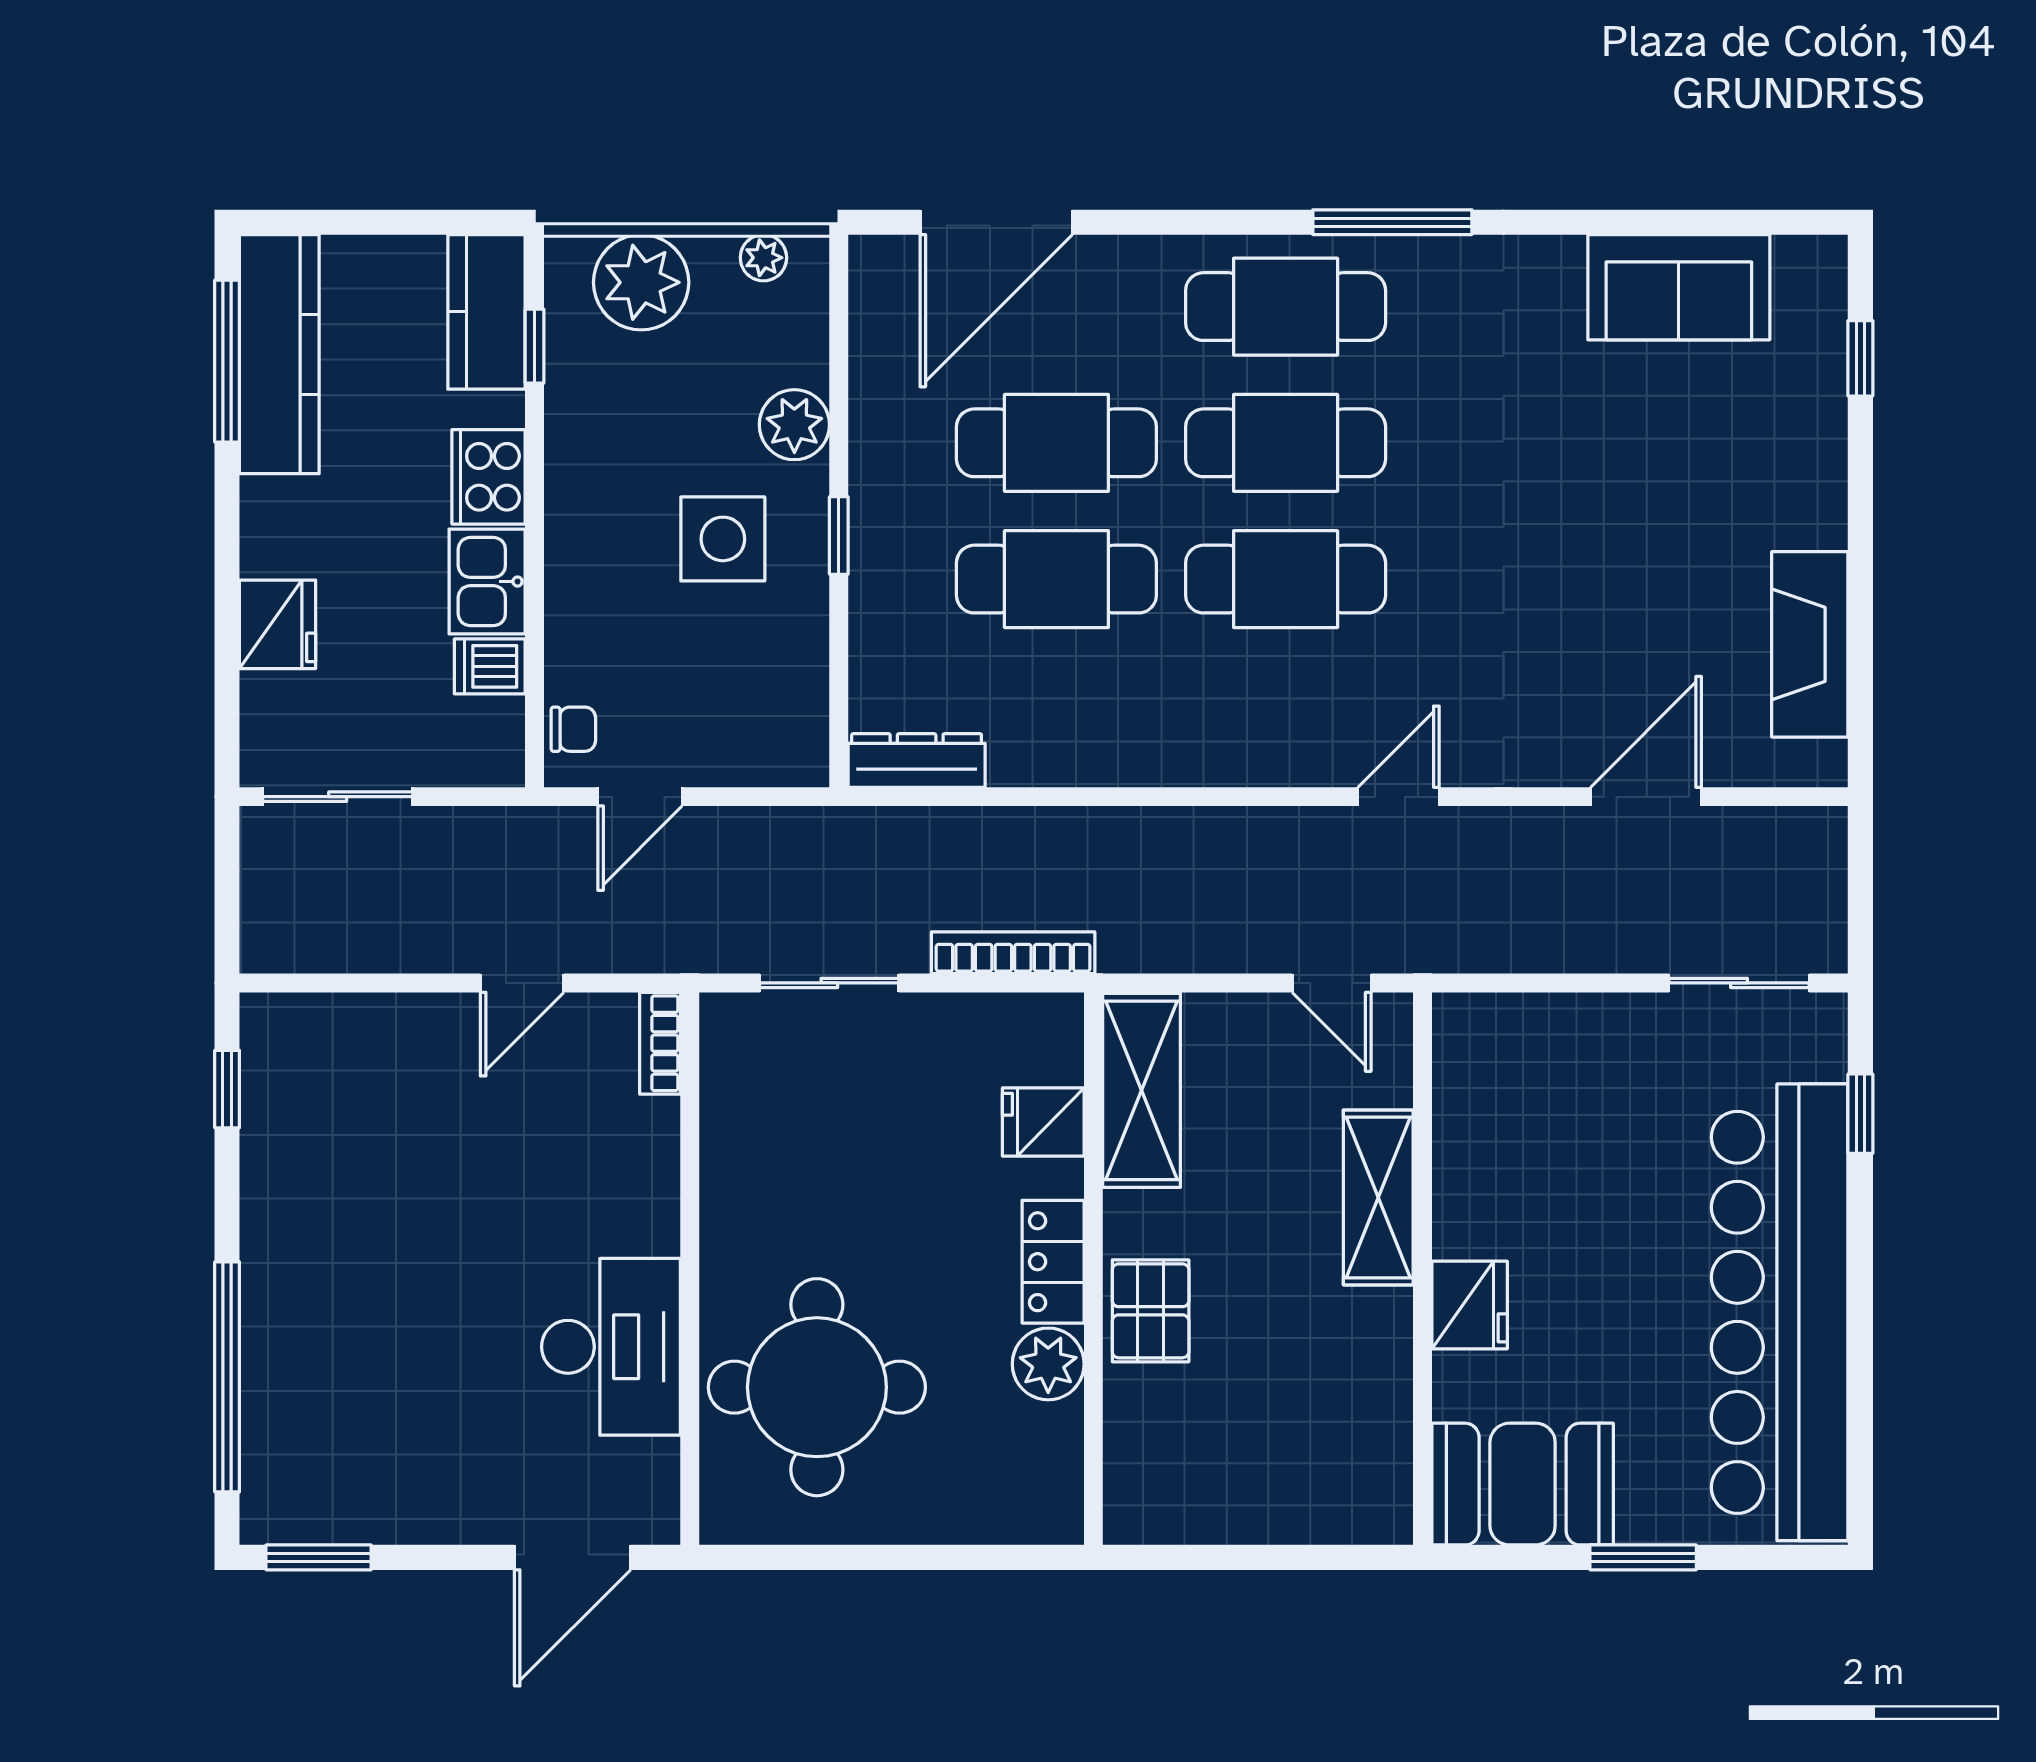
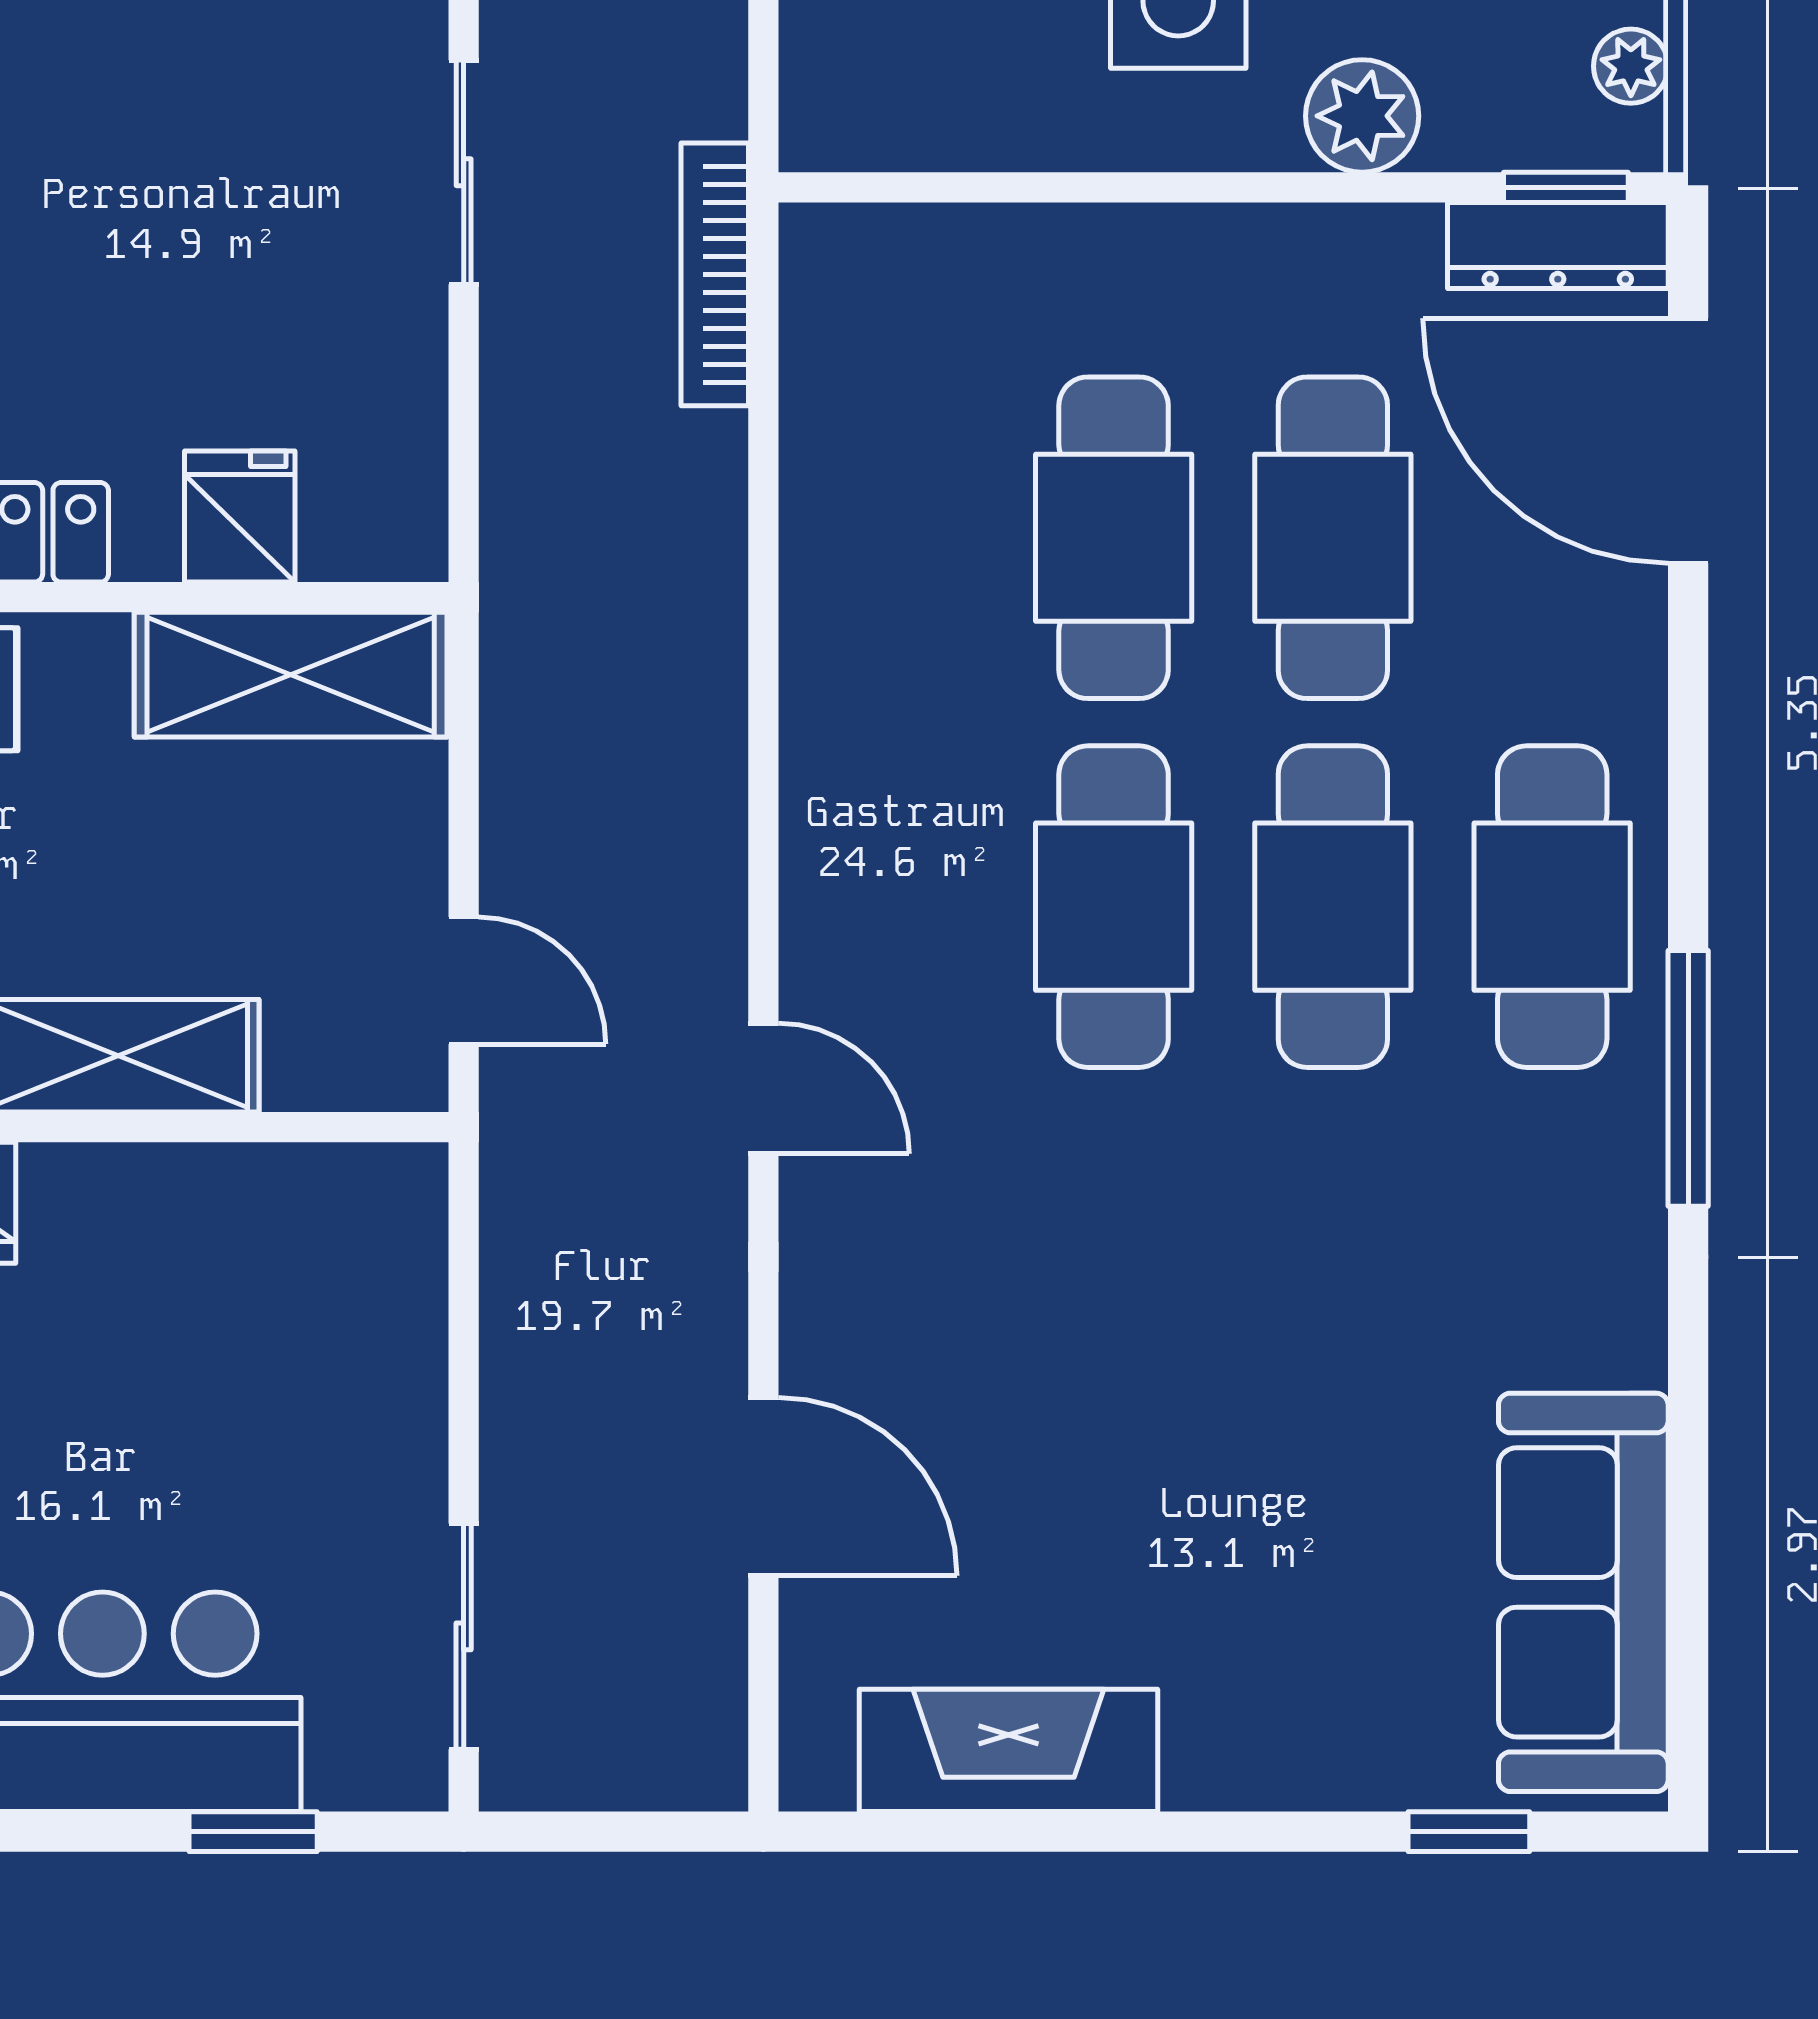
sofa: (1679, 287) -> (1583, 1592), width x1.36
window: (839, 536) -> (1566, 187), moved
dresser: (917, 761) -> (1558, 246), moved, turned 90
bookcase: (1013, 953) -> (715, 274), moved, turned 180
door: (1332, 983) -> (464, 981), swing flipped

